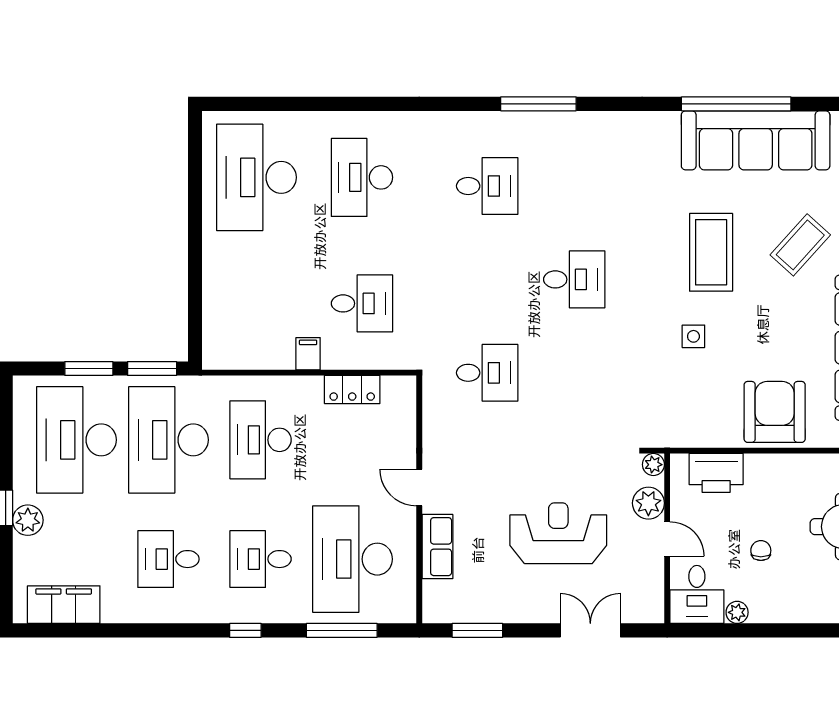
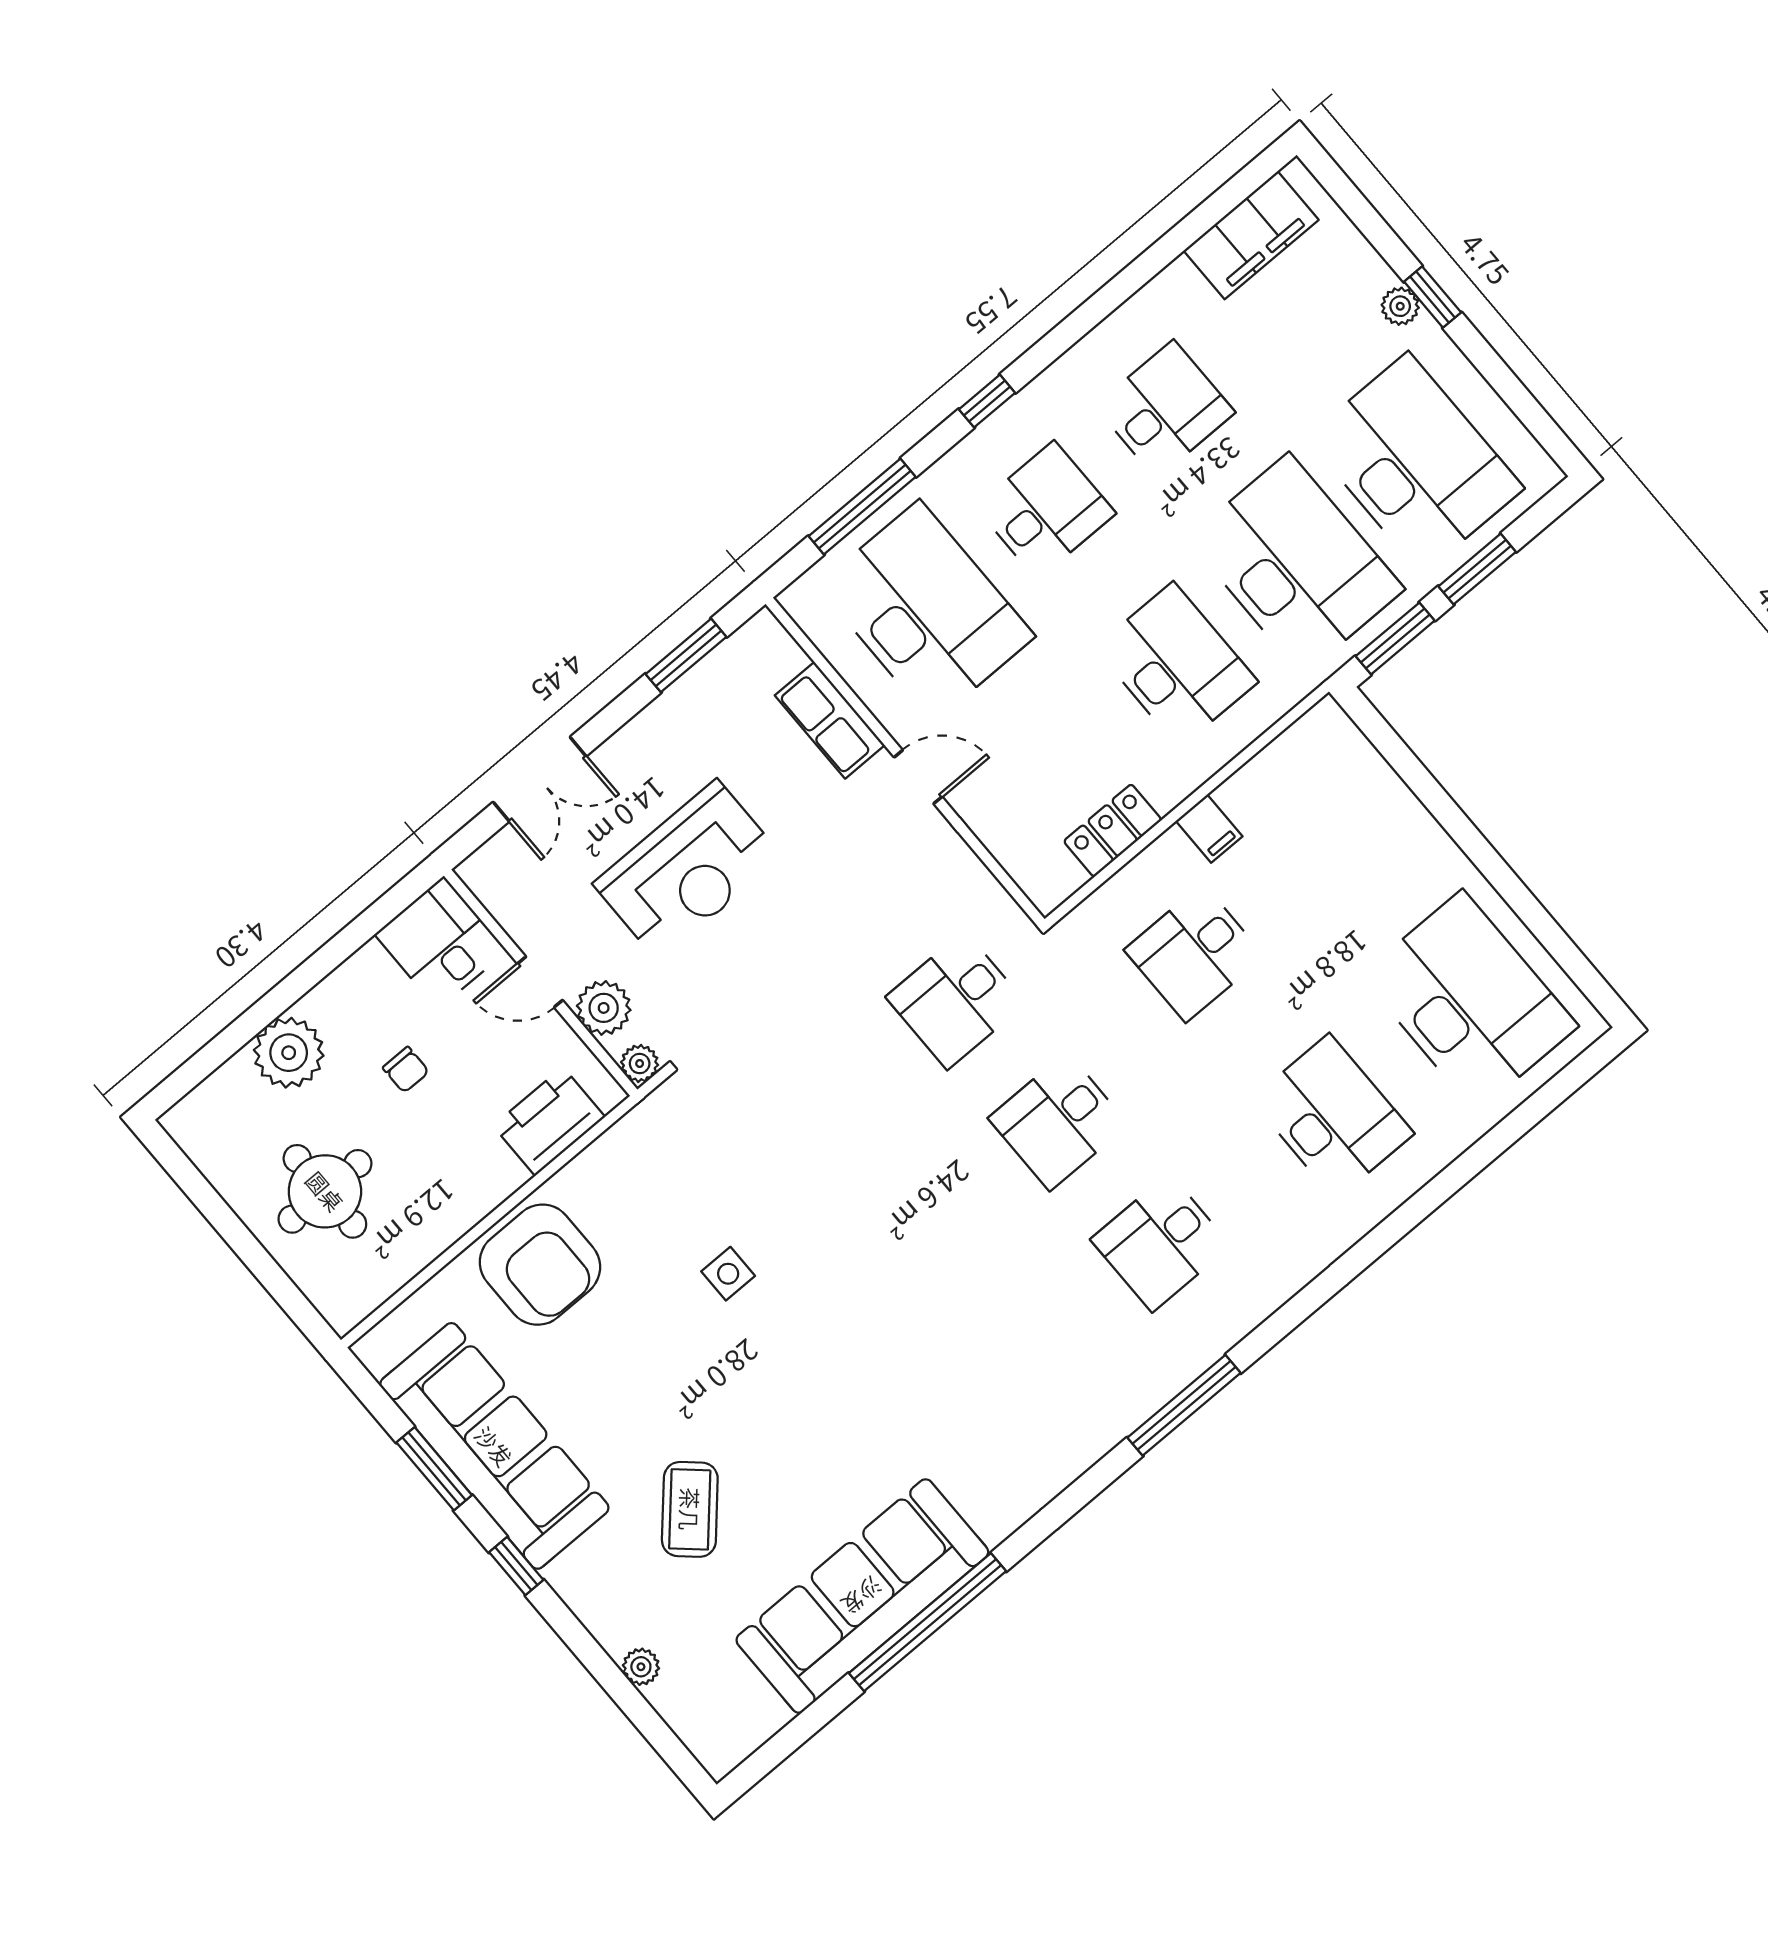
coffee table: (711, 252) -> (797, 1402), removed
desk: (574, 279) -> (1058, 1121), moved
plant: (28, 520) -> (1400, 306), width x0.73, depth x0.73
plant: (737, 612) -> (289, 1053), moved, width x1.87, depth x1.87

